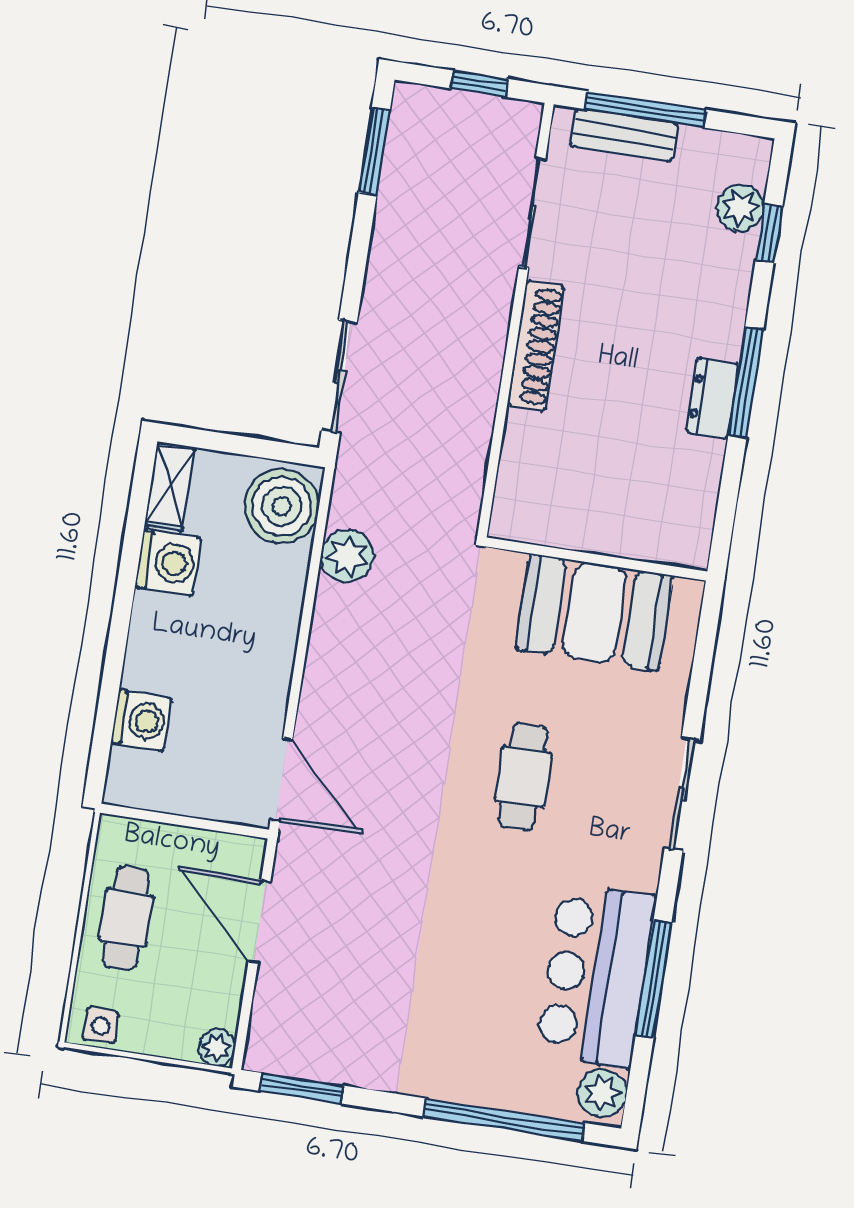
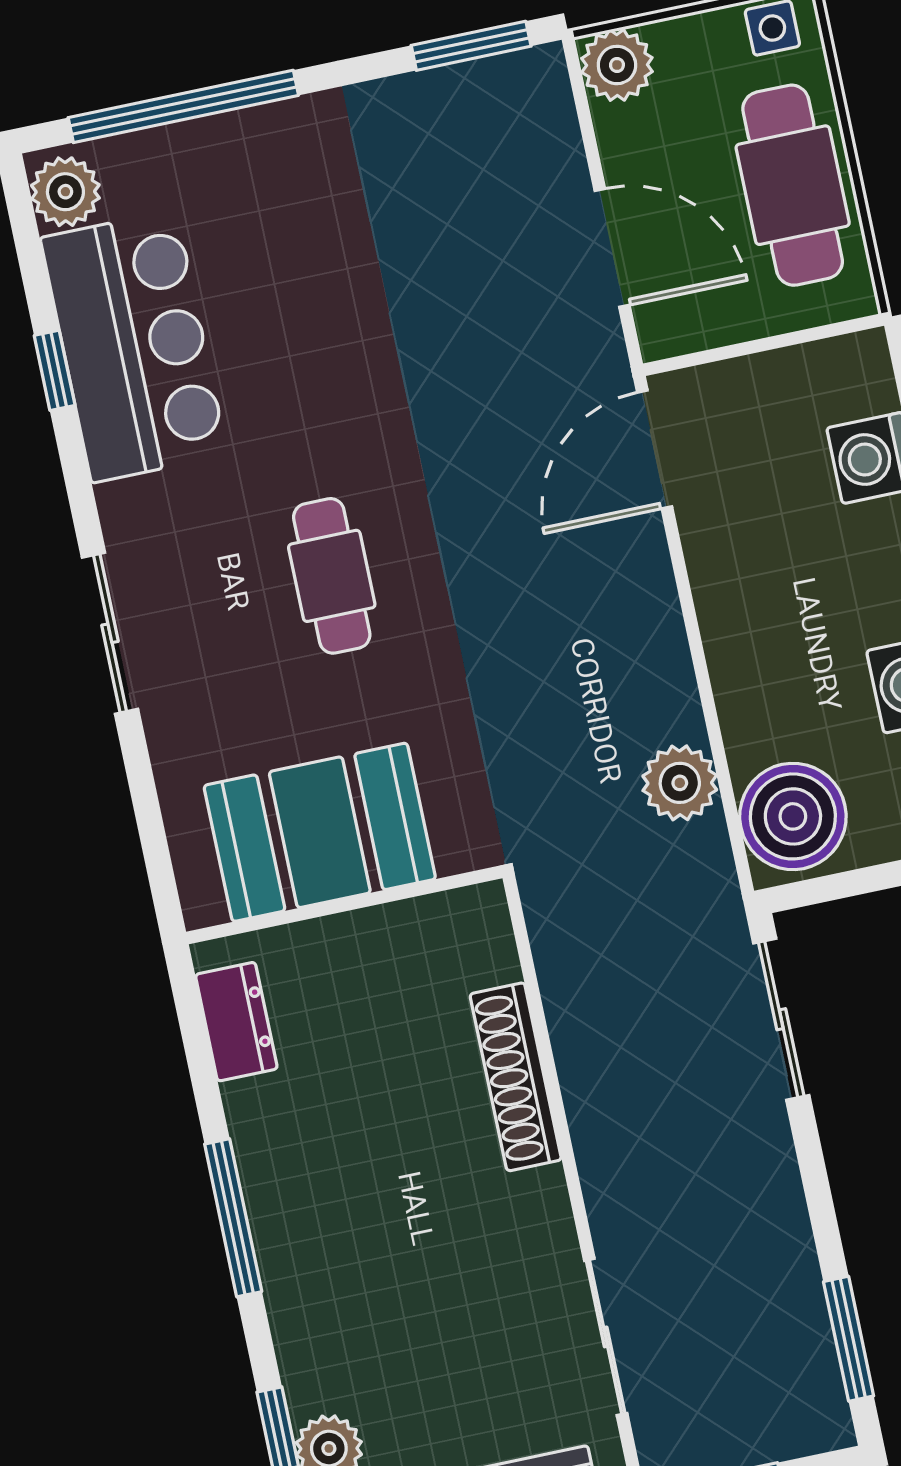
shoe rack: (536, 346) -> (516, 1077), moved
dresser: (713, 399) -> (236, 1022), moved
door: (281, 780) -> (655, 449), hinge flipped
cafe table: (126, 918) -> (793, 185), width x1.37, depth x1.35
window: (653, 979) -> (55, 370), width x0.46
plant: (217, 1048) -> (617, 65), width x1.38, depth x1.38

